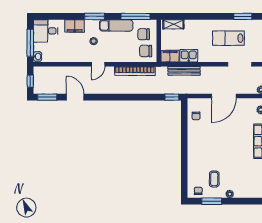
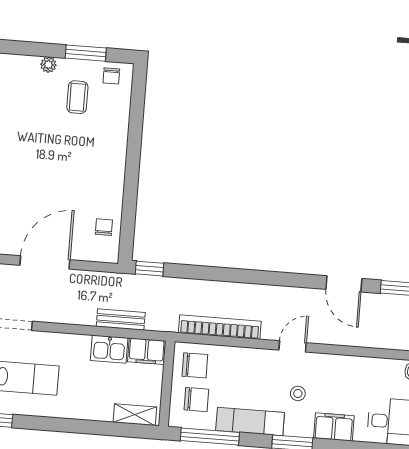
bench: (184, 71) -> (121, 319), width x0.73

